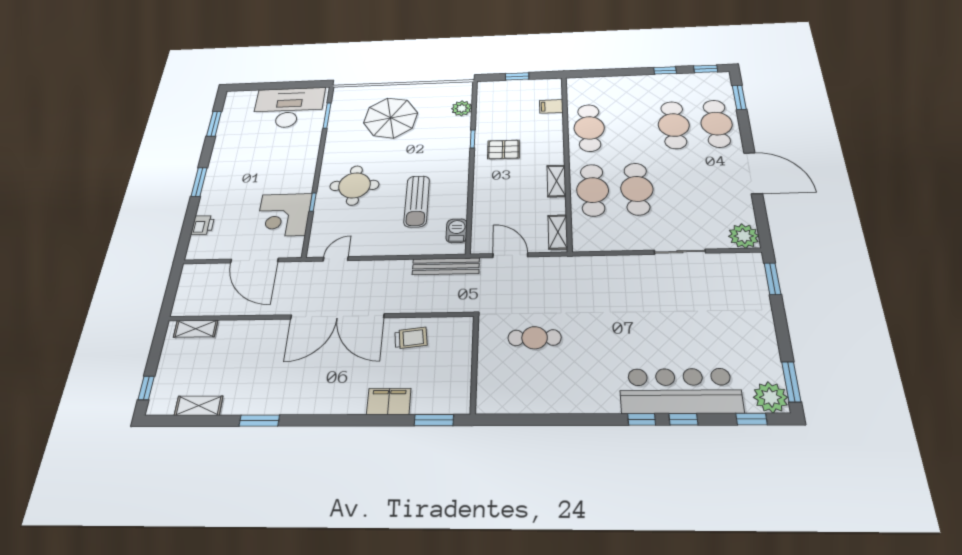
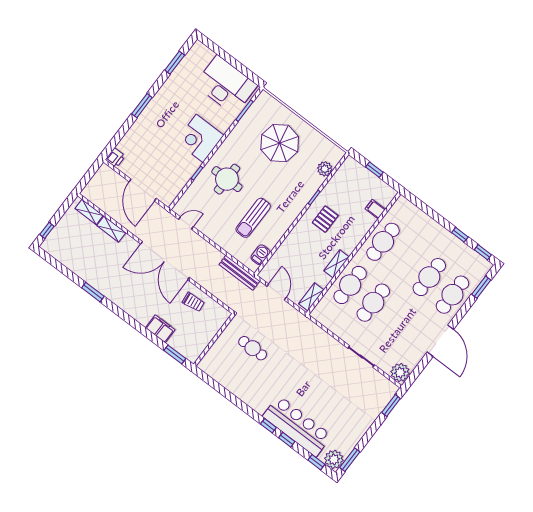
pallet: (504, 149) -> (325, 219), turned 90
corner desk: (284, 215) -> (200, 138), moved
printer: (203, 225) -> (115, 158), moved
shelving: (199, 406) -> (111, 229), moved

